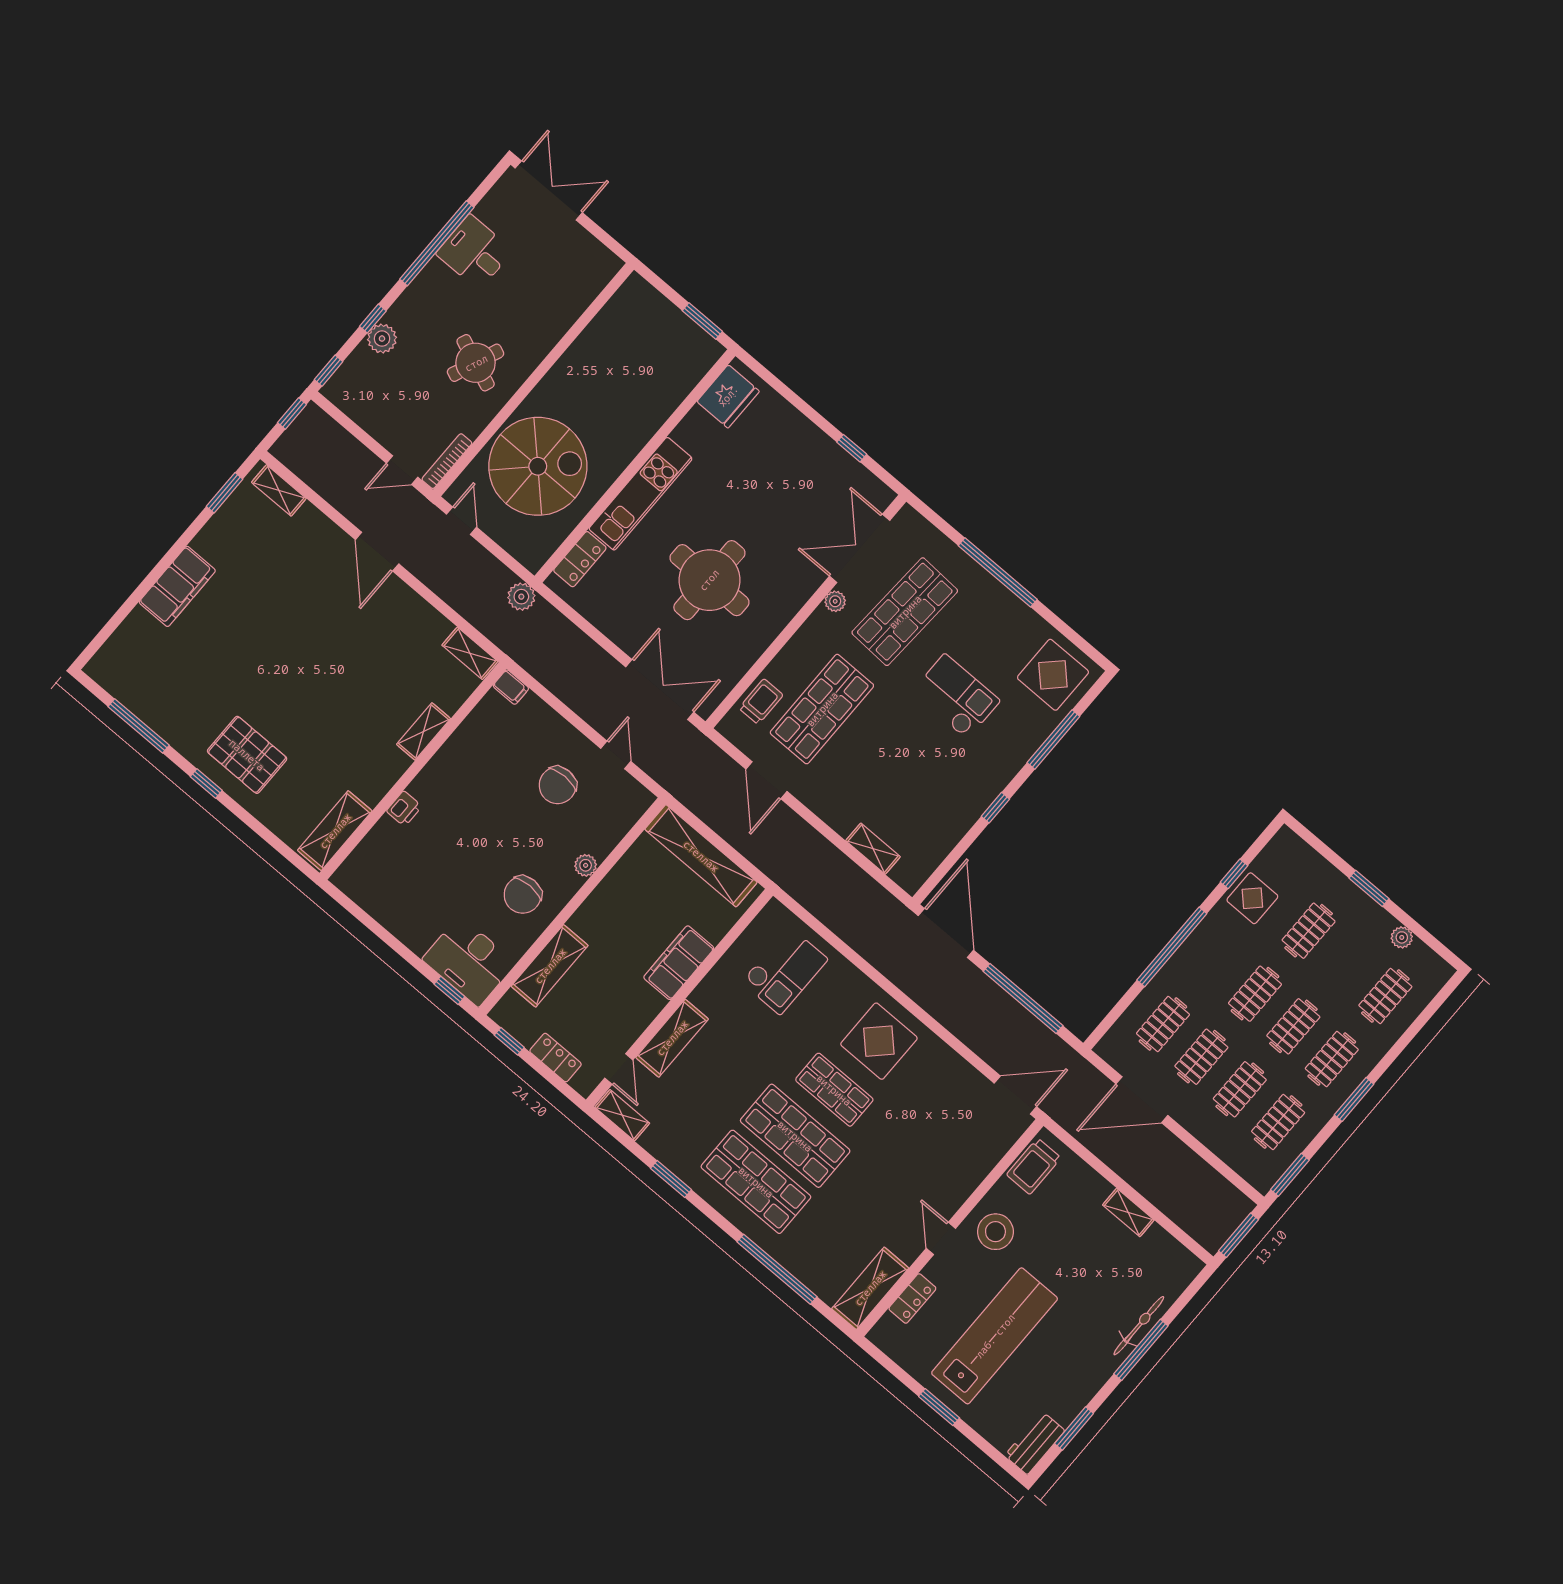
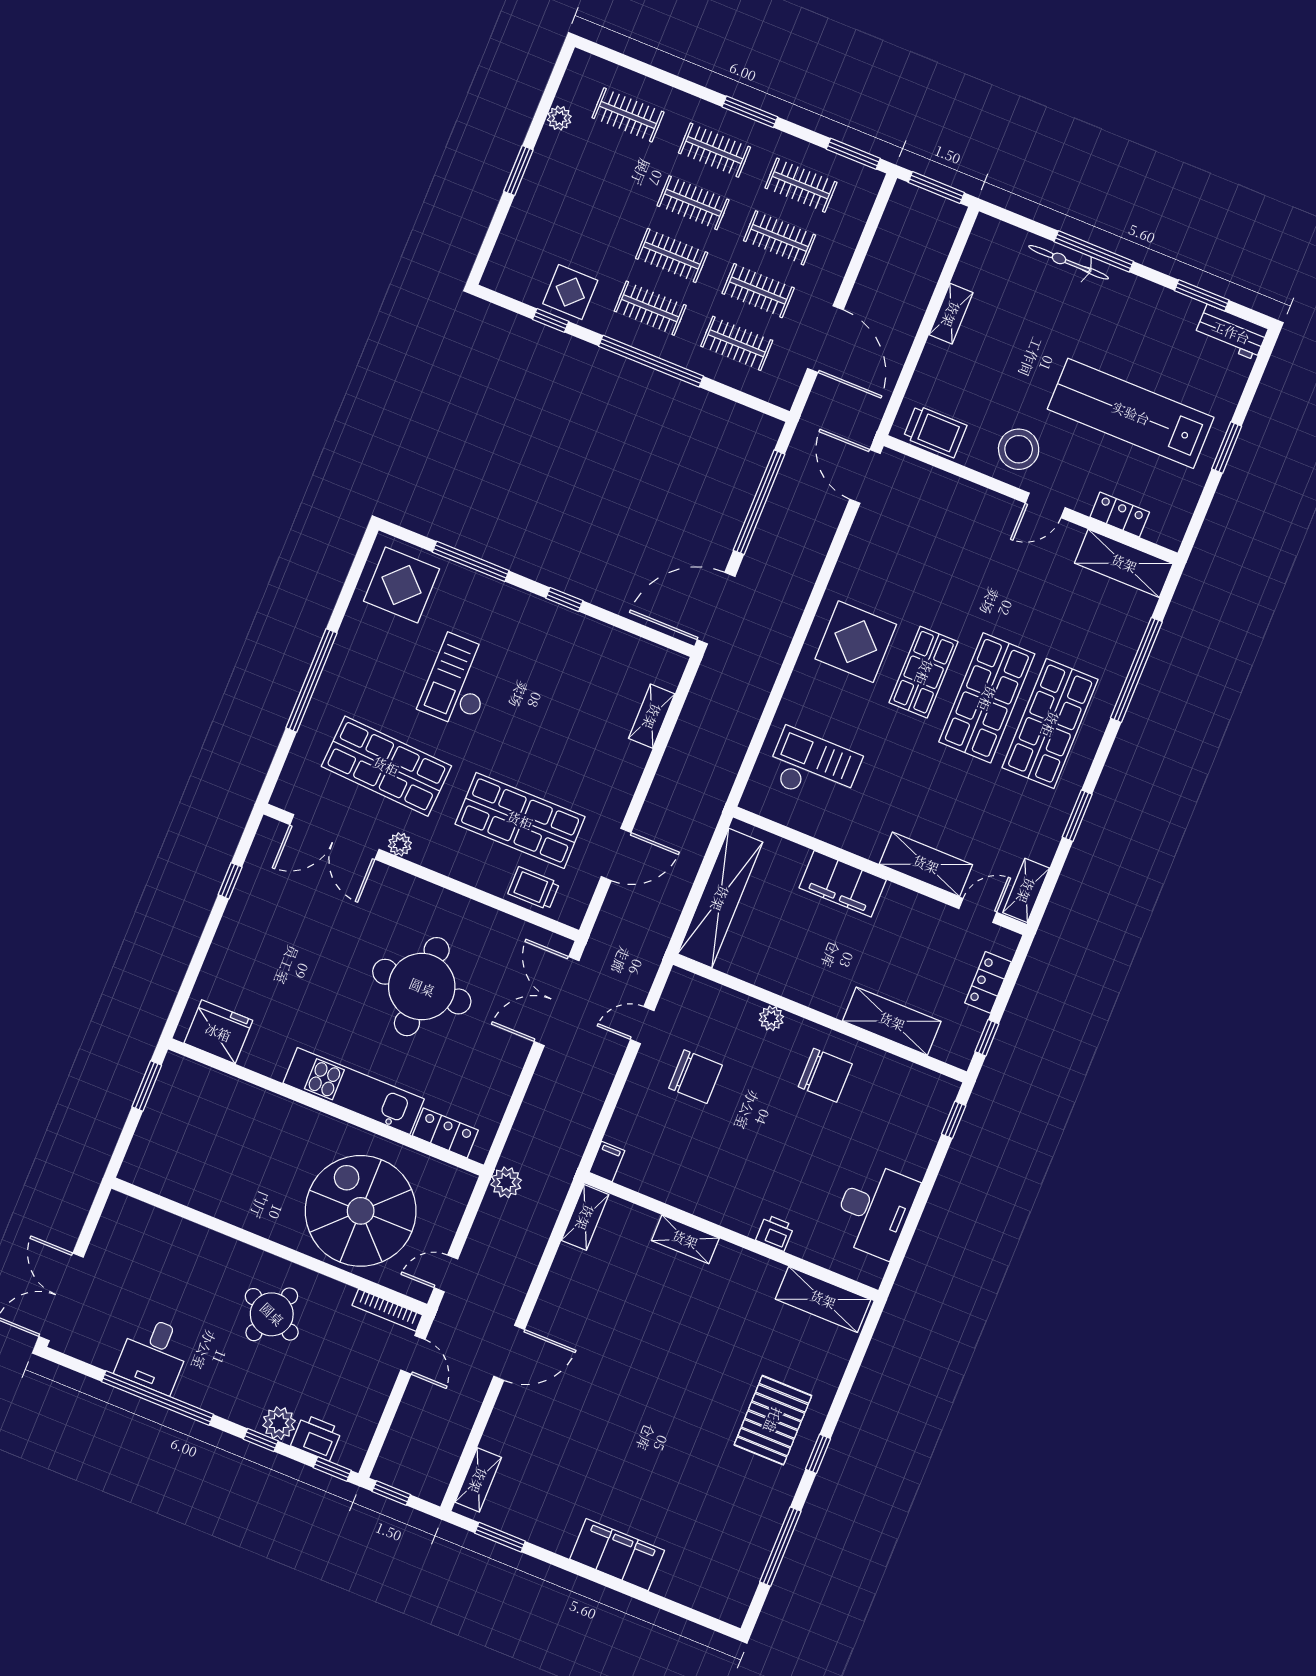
printer: (360, 366) -> (316, 1437), added
clothes rail: (1309, 931) -> (650, 308), moved
desk: (469, 961) -> (875, 1210), moved

